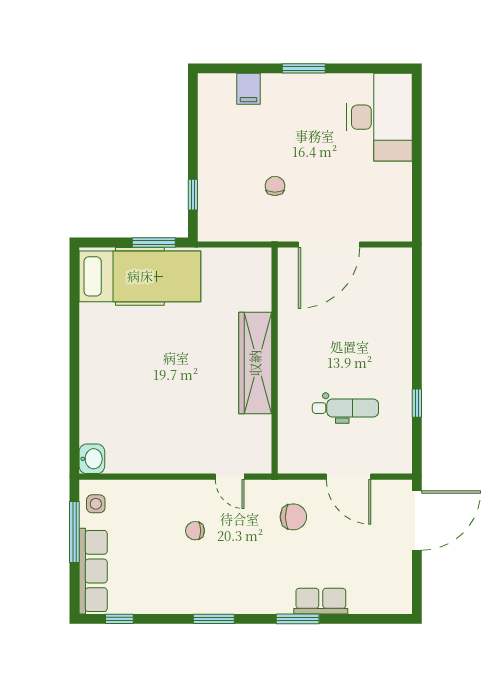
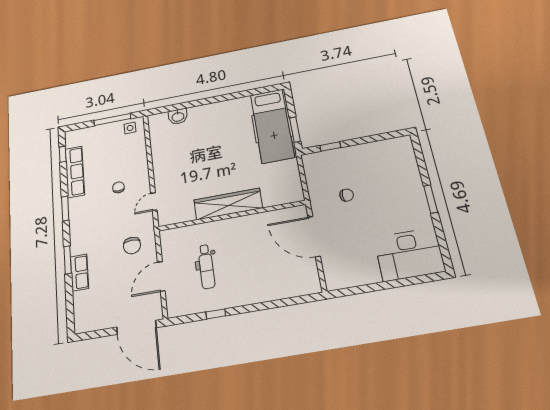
filing cabinet: (249, 89) -> (408, 167), removed
washbasin: (92, 459) -> (178, 117), moved
row of seats: (93, 571) -> (75, 172), moved, turned -90

